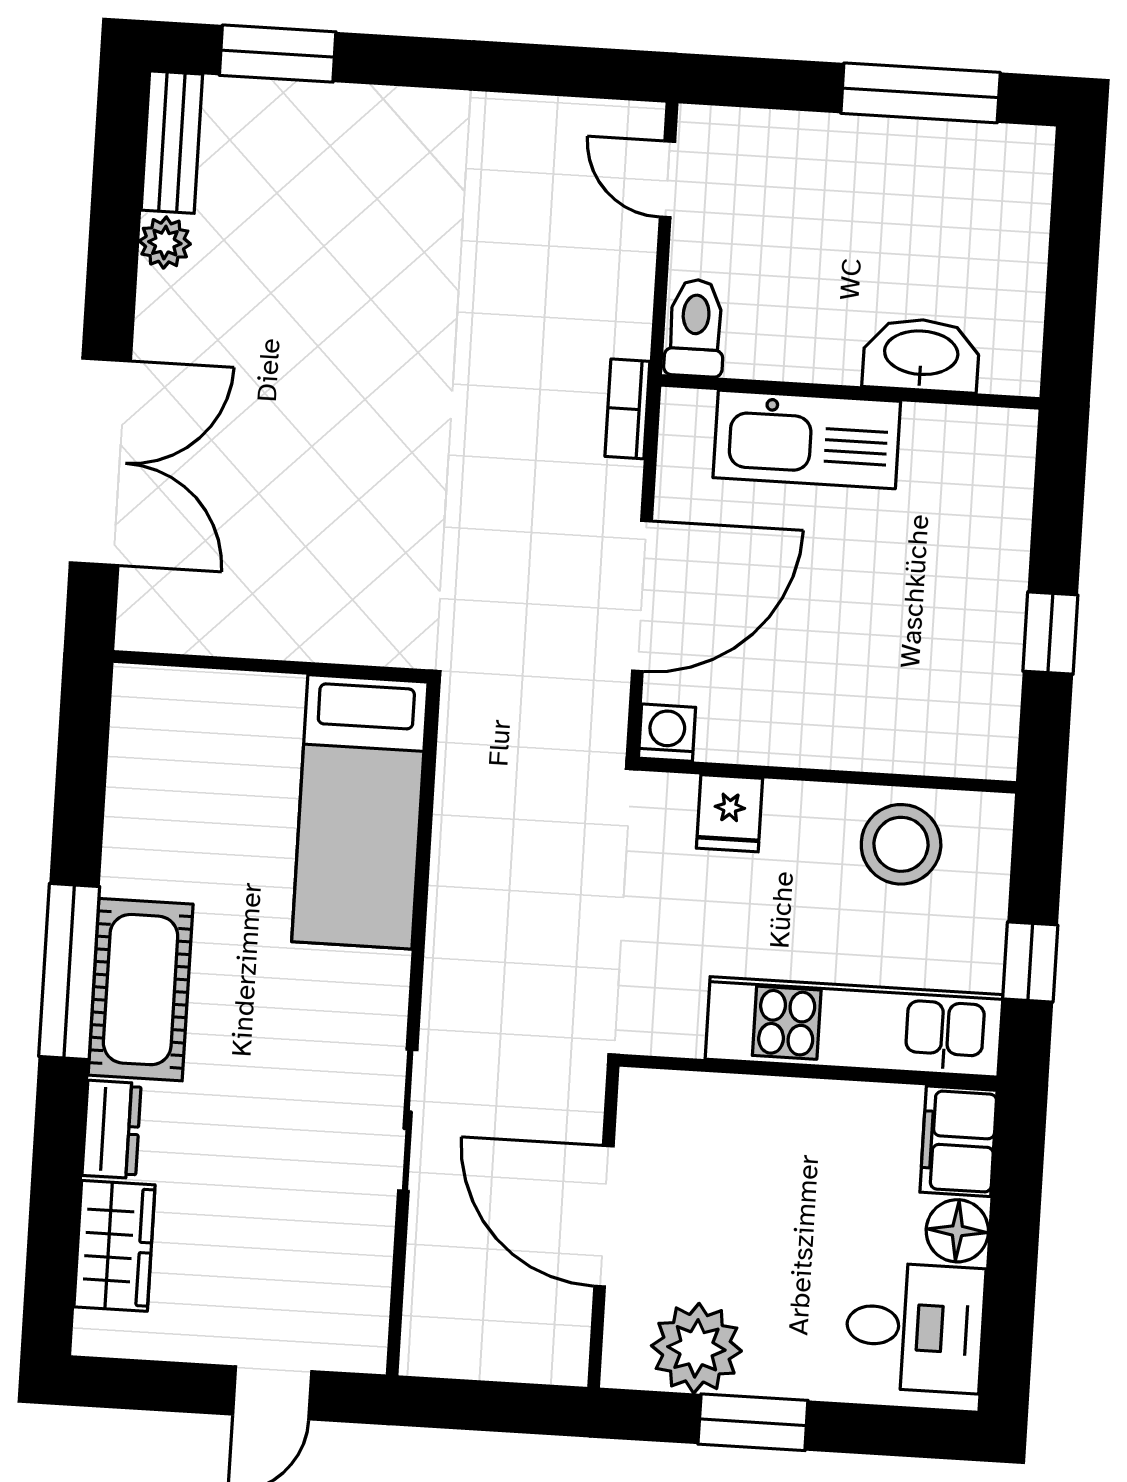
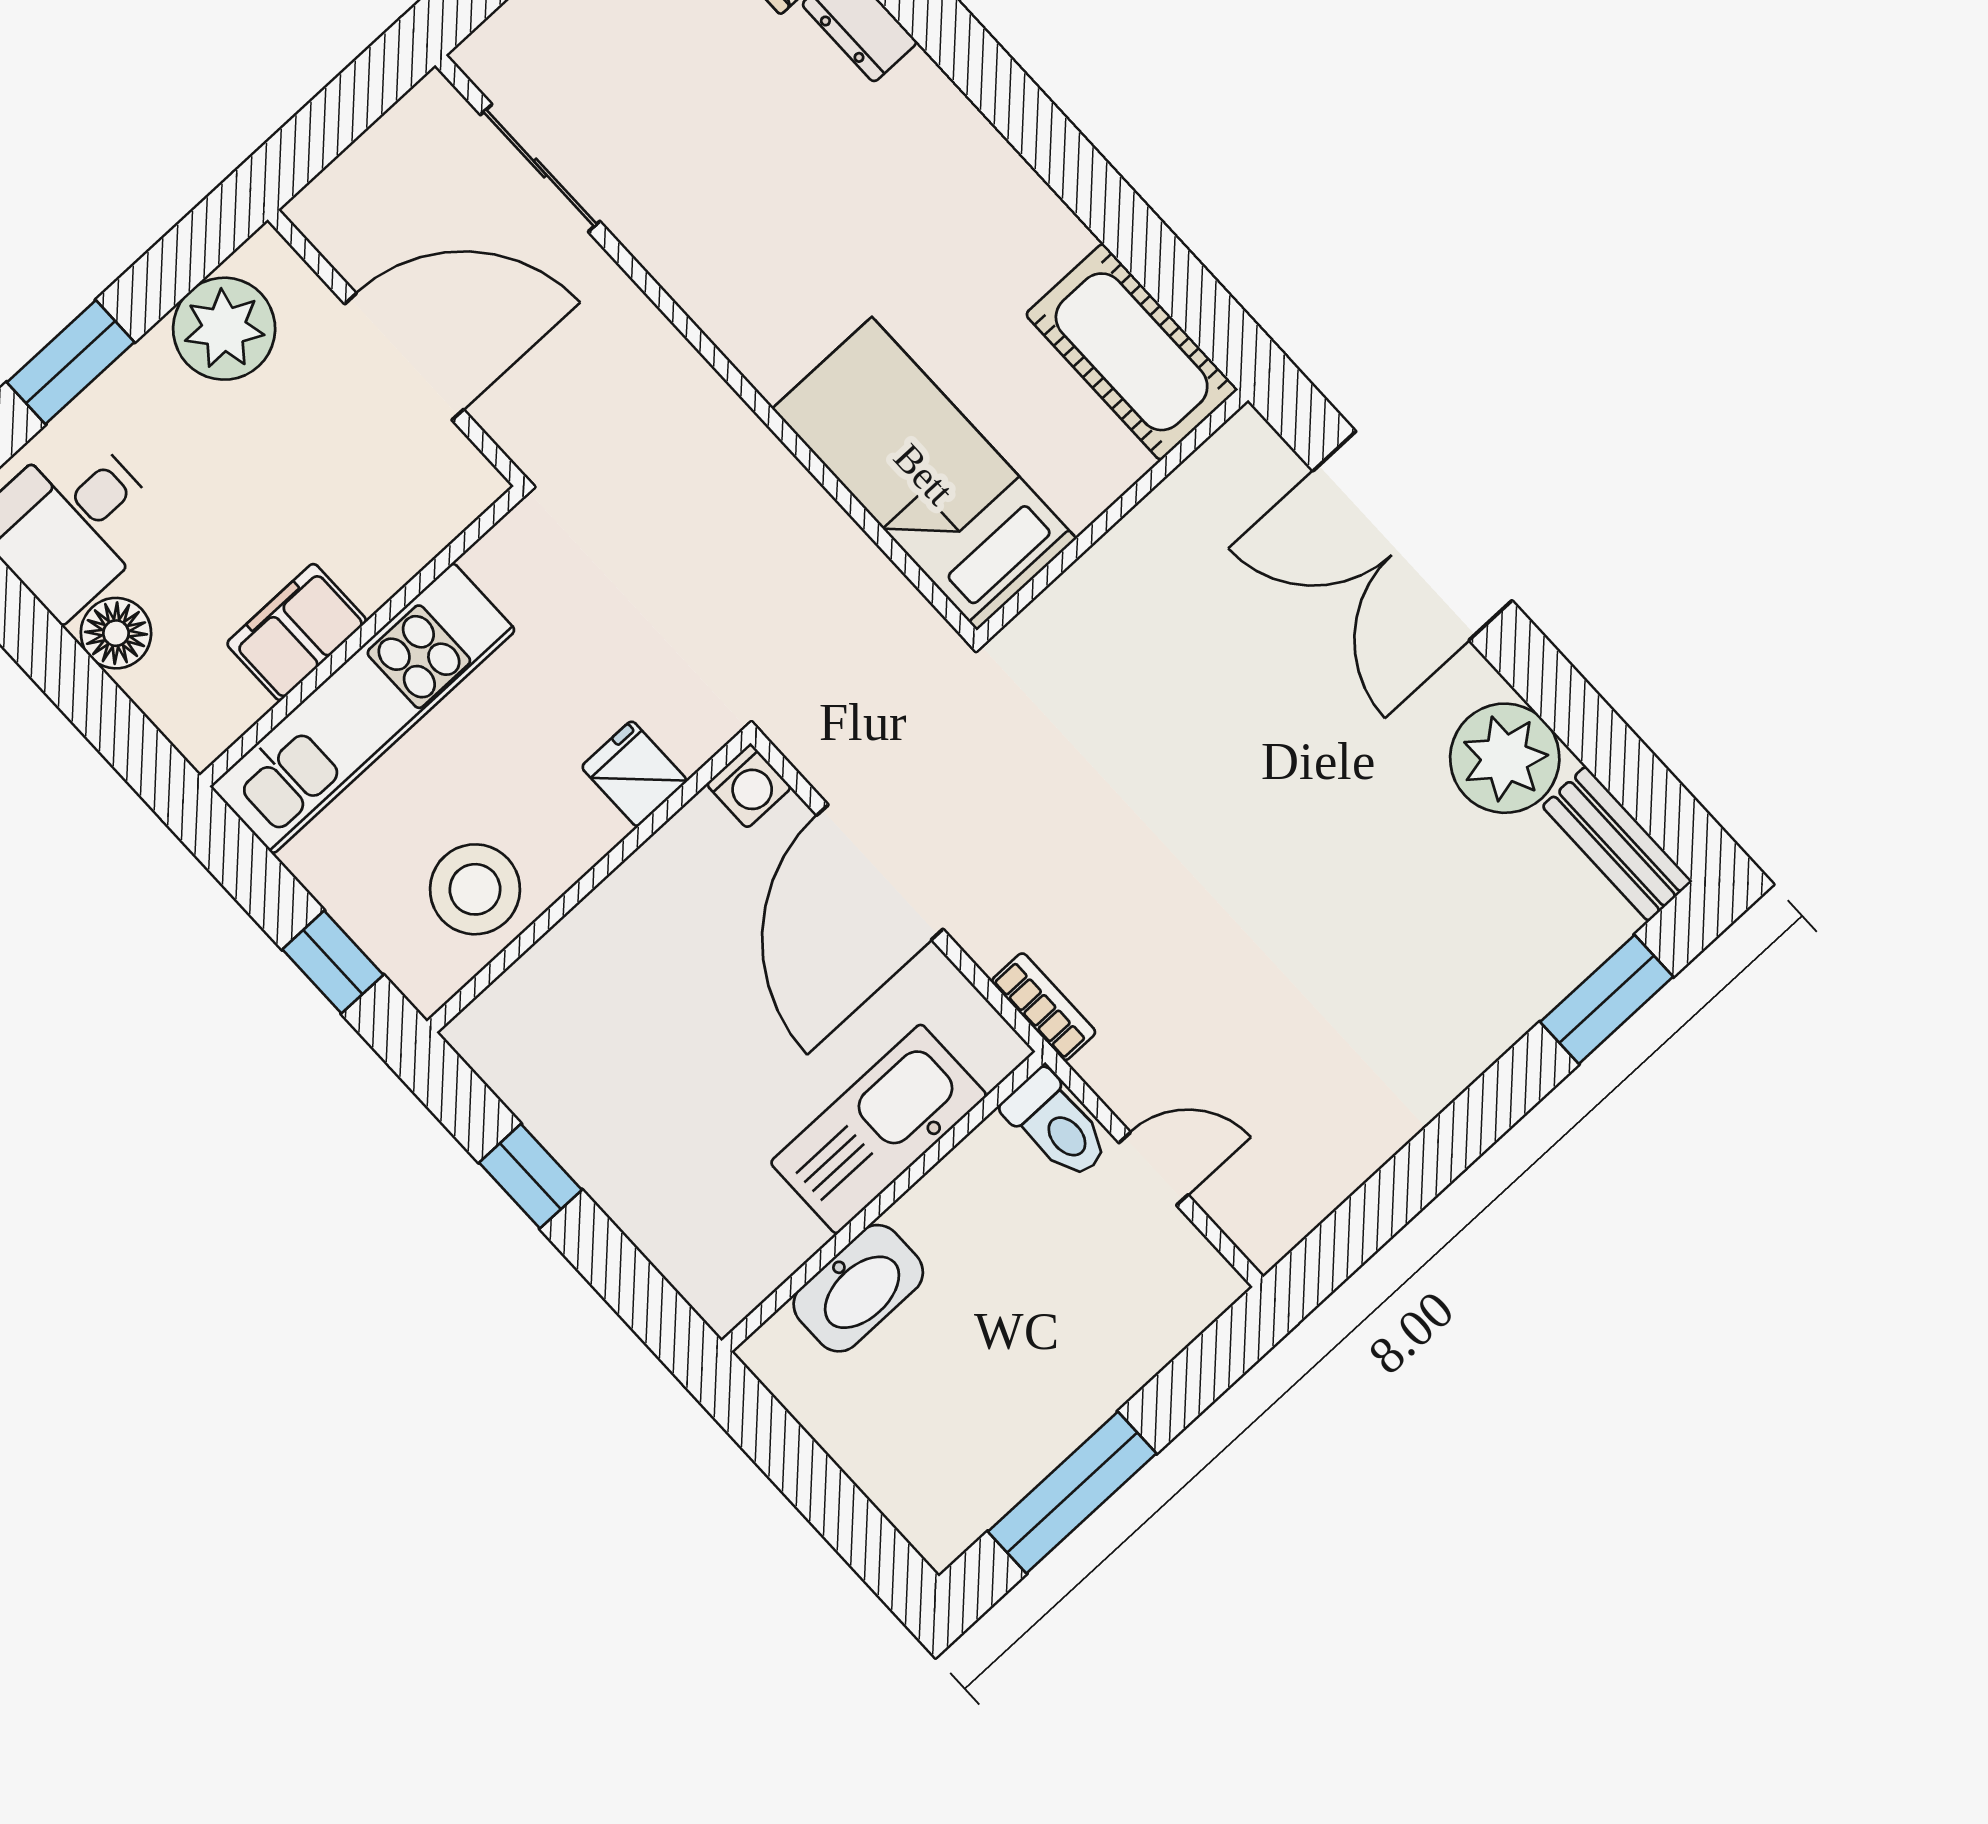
door: (667, 179) -> (1154, 1169), moved
plant: (165, 243) -> (1505, 758), width x1.87, depth x1.87
window: (1030, 962) -> (333, 962), moved
window: (69, 971) -> (1021, 112), removed
cot: (141, 990) -> (1132, 352), moved
sliding door: (408, 1120) -> (540, 168), moved
filing cabinet: (958, 1141) -> (297, 632), moved, turned -90
window: (753, 1422) -> (71, 362), moved

